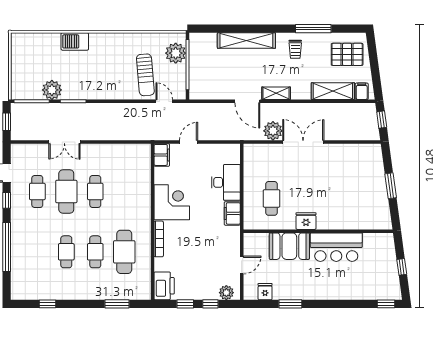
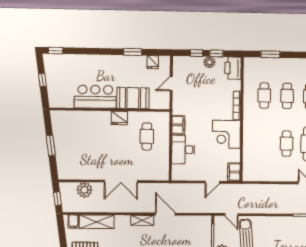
plant: (273, 131) -> (84, 190), moved
cafe table: (124, 252) -> (264, 96), width x0.73, depth x0.74
plant: (226, 293) -> (209, 62), moved

